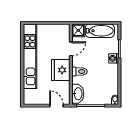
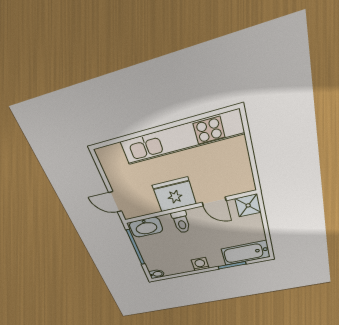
bathtub: (100, 31) -> (246, 253), moved, turned 90
washing machine: (114, 58) -> (200, 264), moved
door: (56, 106) -> (115, 202), swing flipped

